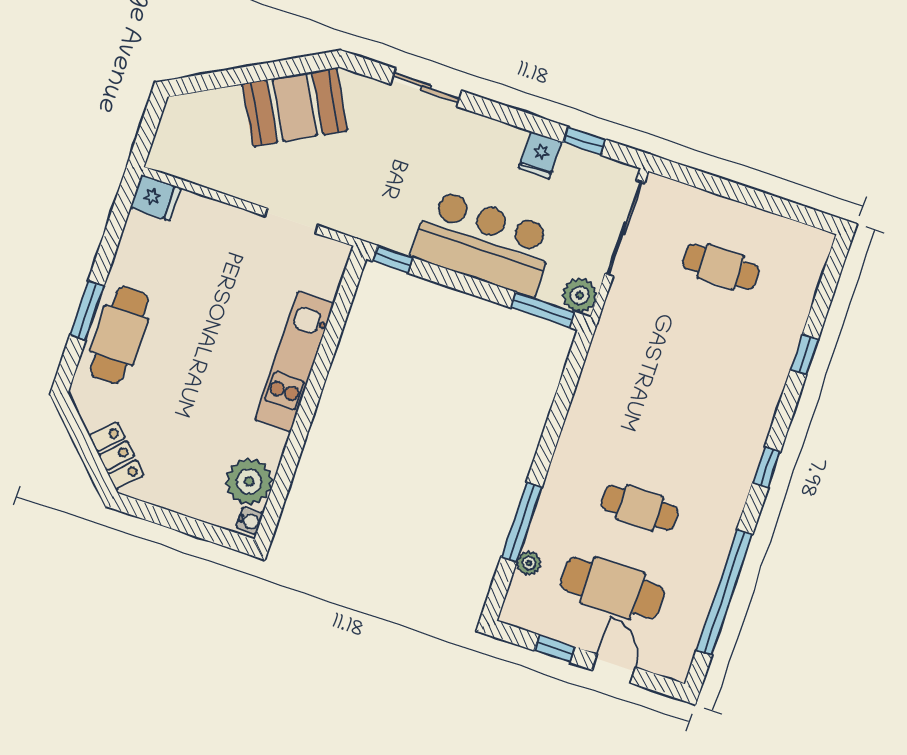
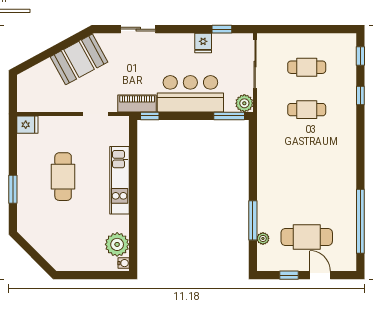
piano: (377, 227) -> (137, 103), added
cafe table: (119, 335) -> (63, 177), moved
locker: (117, 456) -> (50, 253), removed
window: (766, 467) -> (360, 56), moved
cafe table: (640, 508) -> (307, 110), moved

